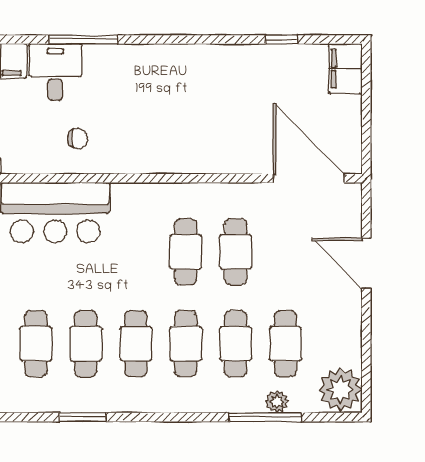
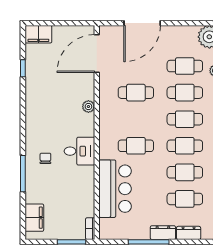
desk: (55, 72) -> (79, 151), moved, turned 180
chair: (78, 139) -> (45, 158), moved
plant: (209, 163) -> (88, 107), added
cafe table: (186, 252) -> (136, 146), moved
door: (366, 263) -> (142, 23), width x1.36

